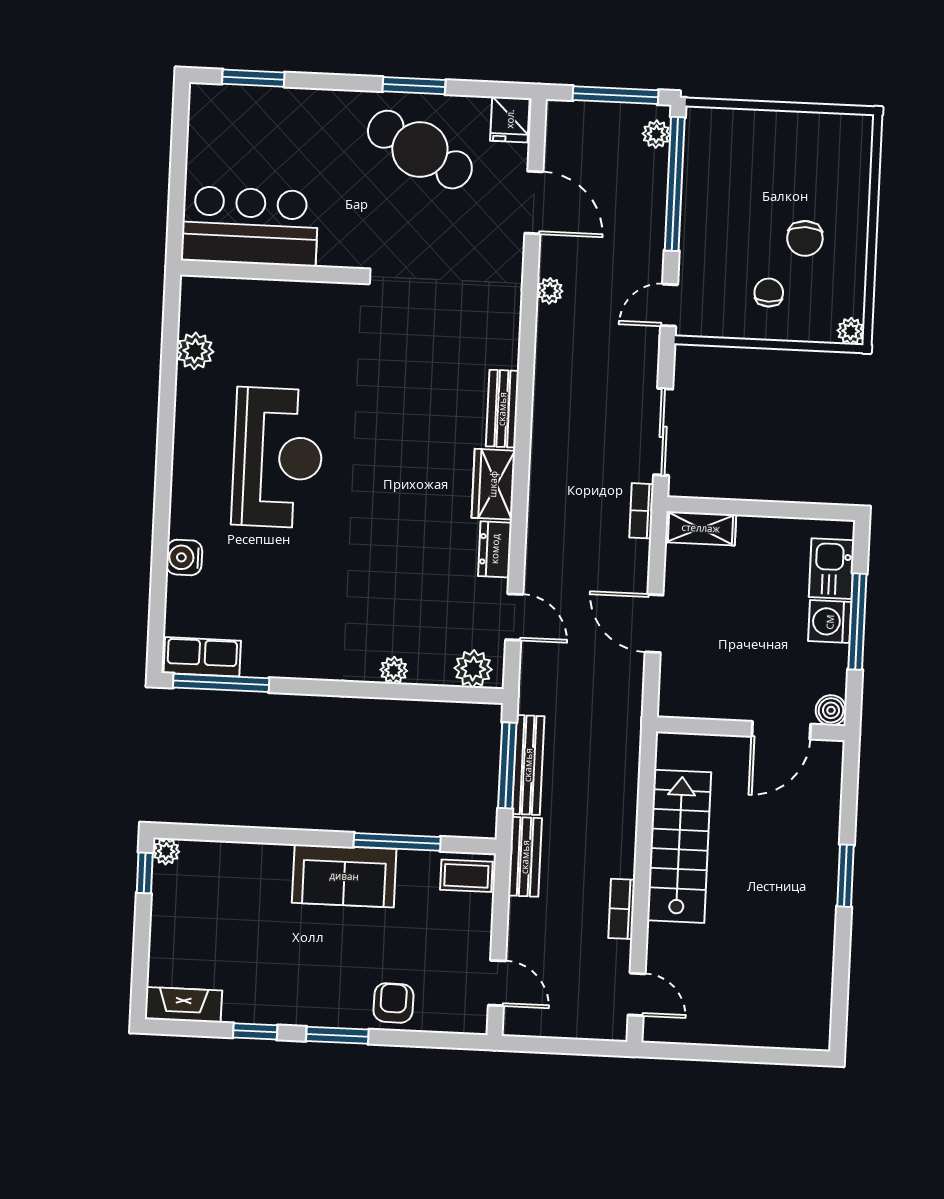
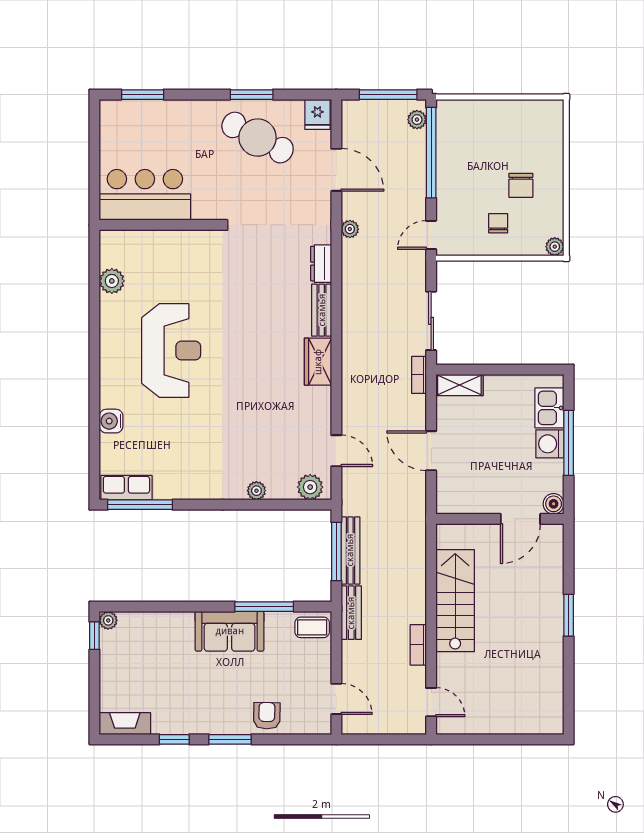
dresser: (495, 549) -> (321, 264), moved

